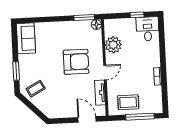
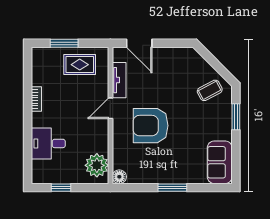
window: (84, 17) -> (172, 188), moved
desk: (148, 29) -> (48, 143), moved, turned 90
plant: (113, 45) -> (97, 165), moved
window: (140, 117) -> (64, 43), width x0.69

